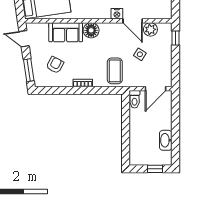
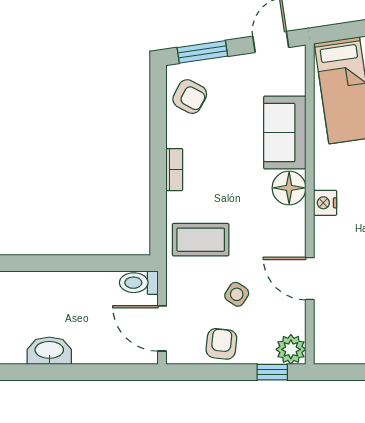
nightstand: (117, 14) -> (325, 203), moved
door: (133, 21) -> (310, 279), hinge flipped
plant: (150, 29) -> (291, 349), moved
armchair: (163, 61) -> (221, 344), added
armchair: (55, 65) -> (190, 97), moved

